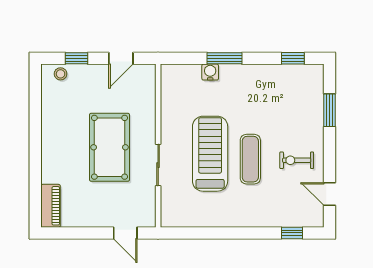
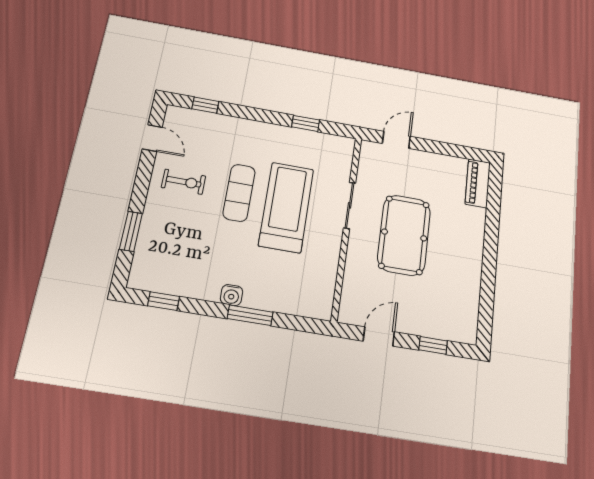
water cooler: (210, 72) -> (232, 295), moved
stool: (61, 74) -> (454, 330), removed
treadmill: (210, 154) -> (286, 207), turned 180
door: (125, 233) -> (396, 140), hinge flipped
window: (205, 233) -> (306, 123), added

